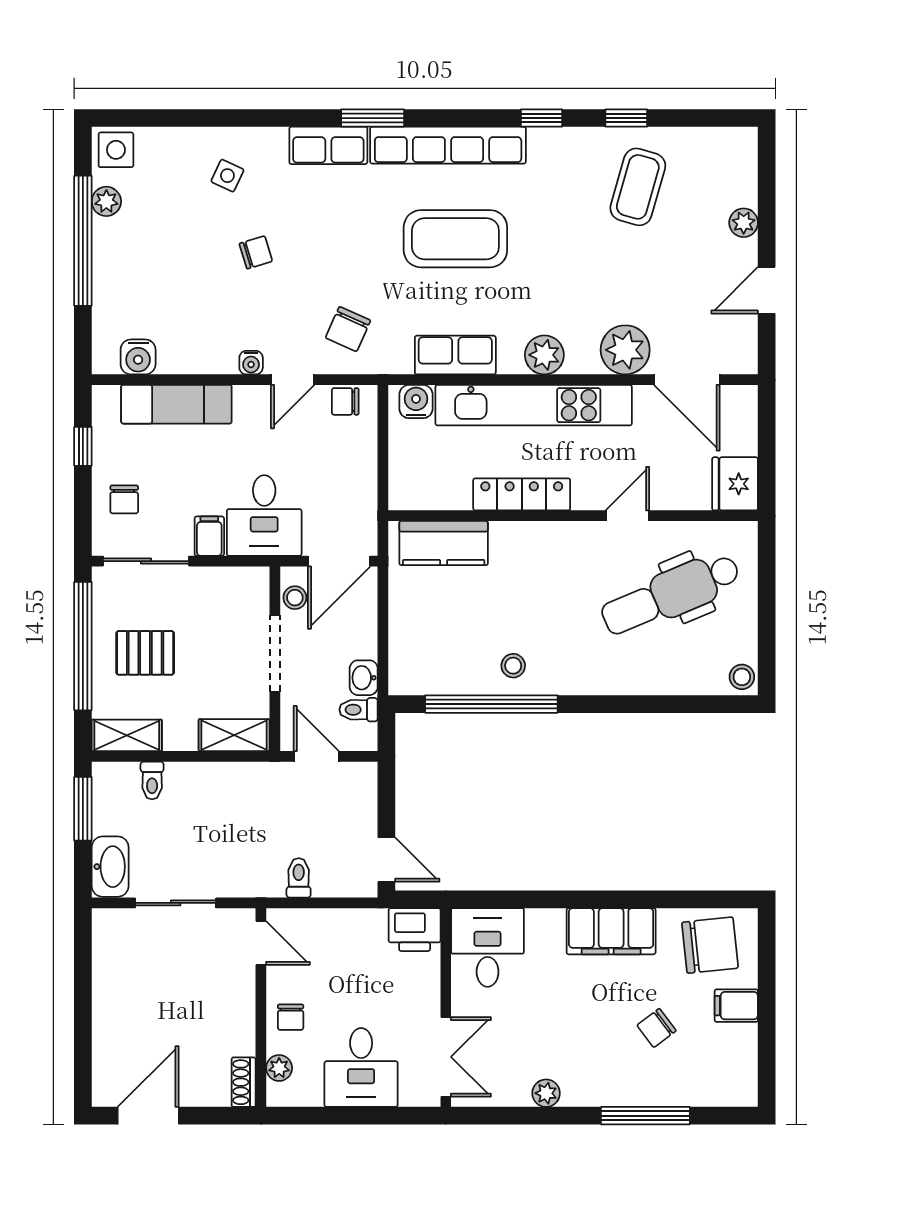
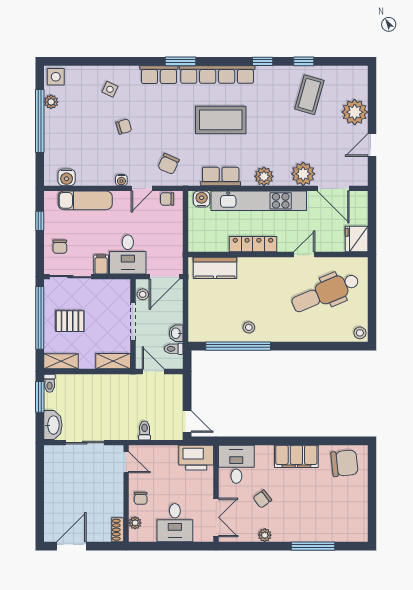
plant: (744, 223) -> (355, 112), width x1.88, depth x1.88
toilet: (152, 780) -> (50, 383), moved
printer: (415, 930) -> (196, 458), width x1.37, depth x1.19
filing cabinet: (736, 1006) -> (357, 493), removed
chair: (657, 1028) -> (262, 499), moved

